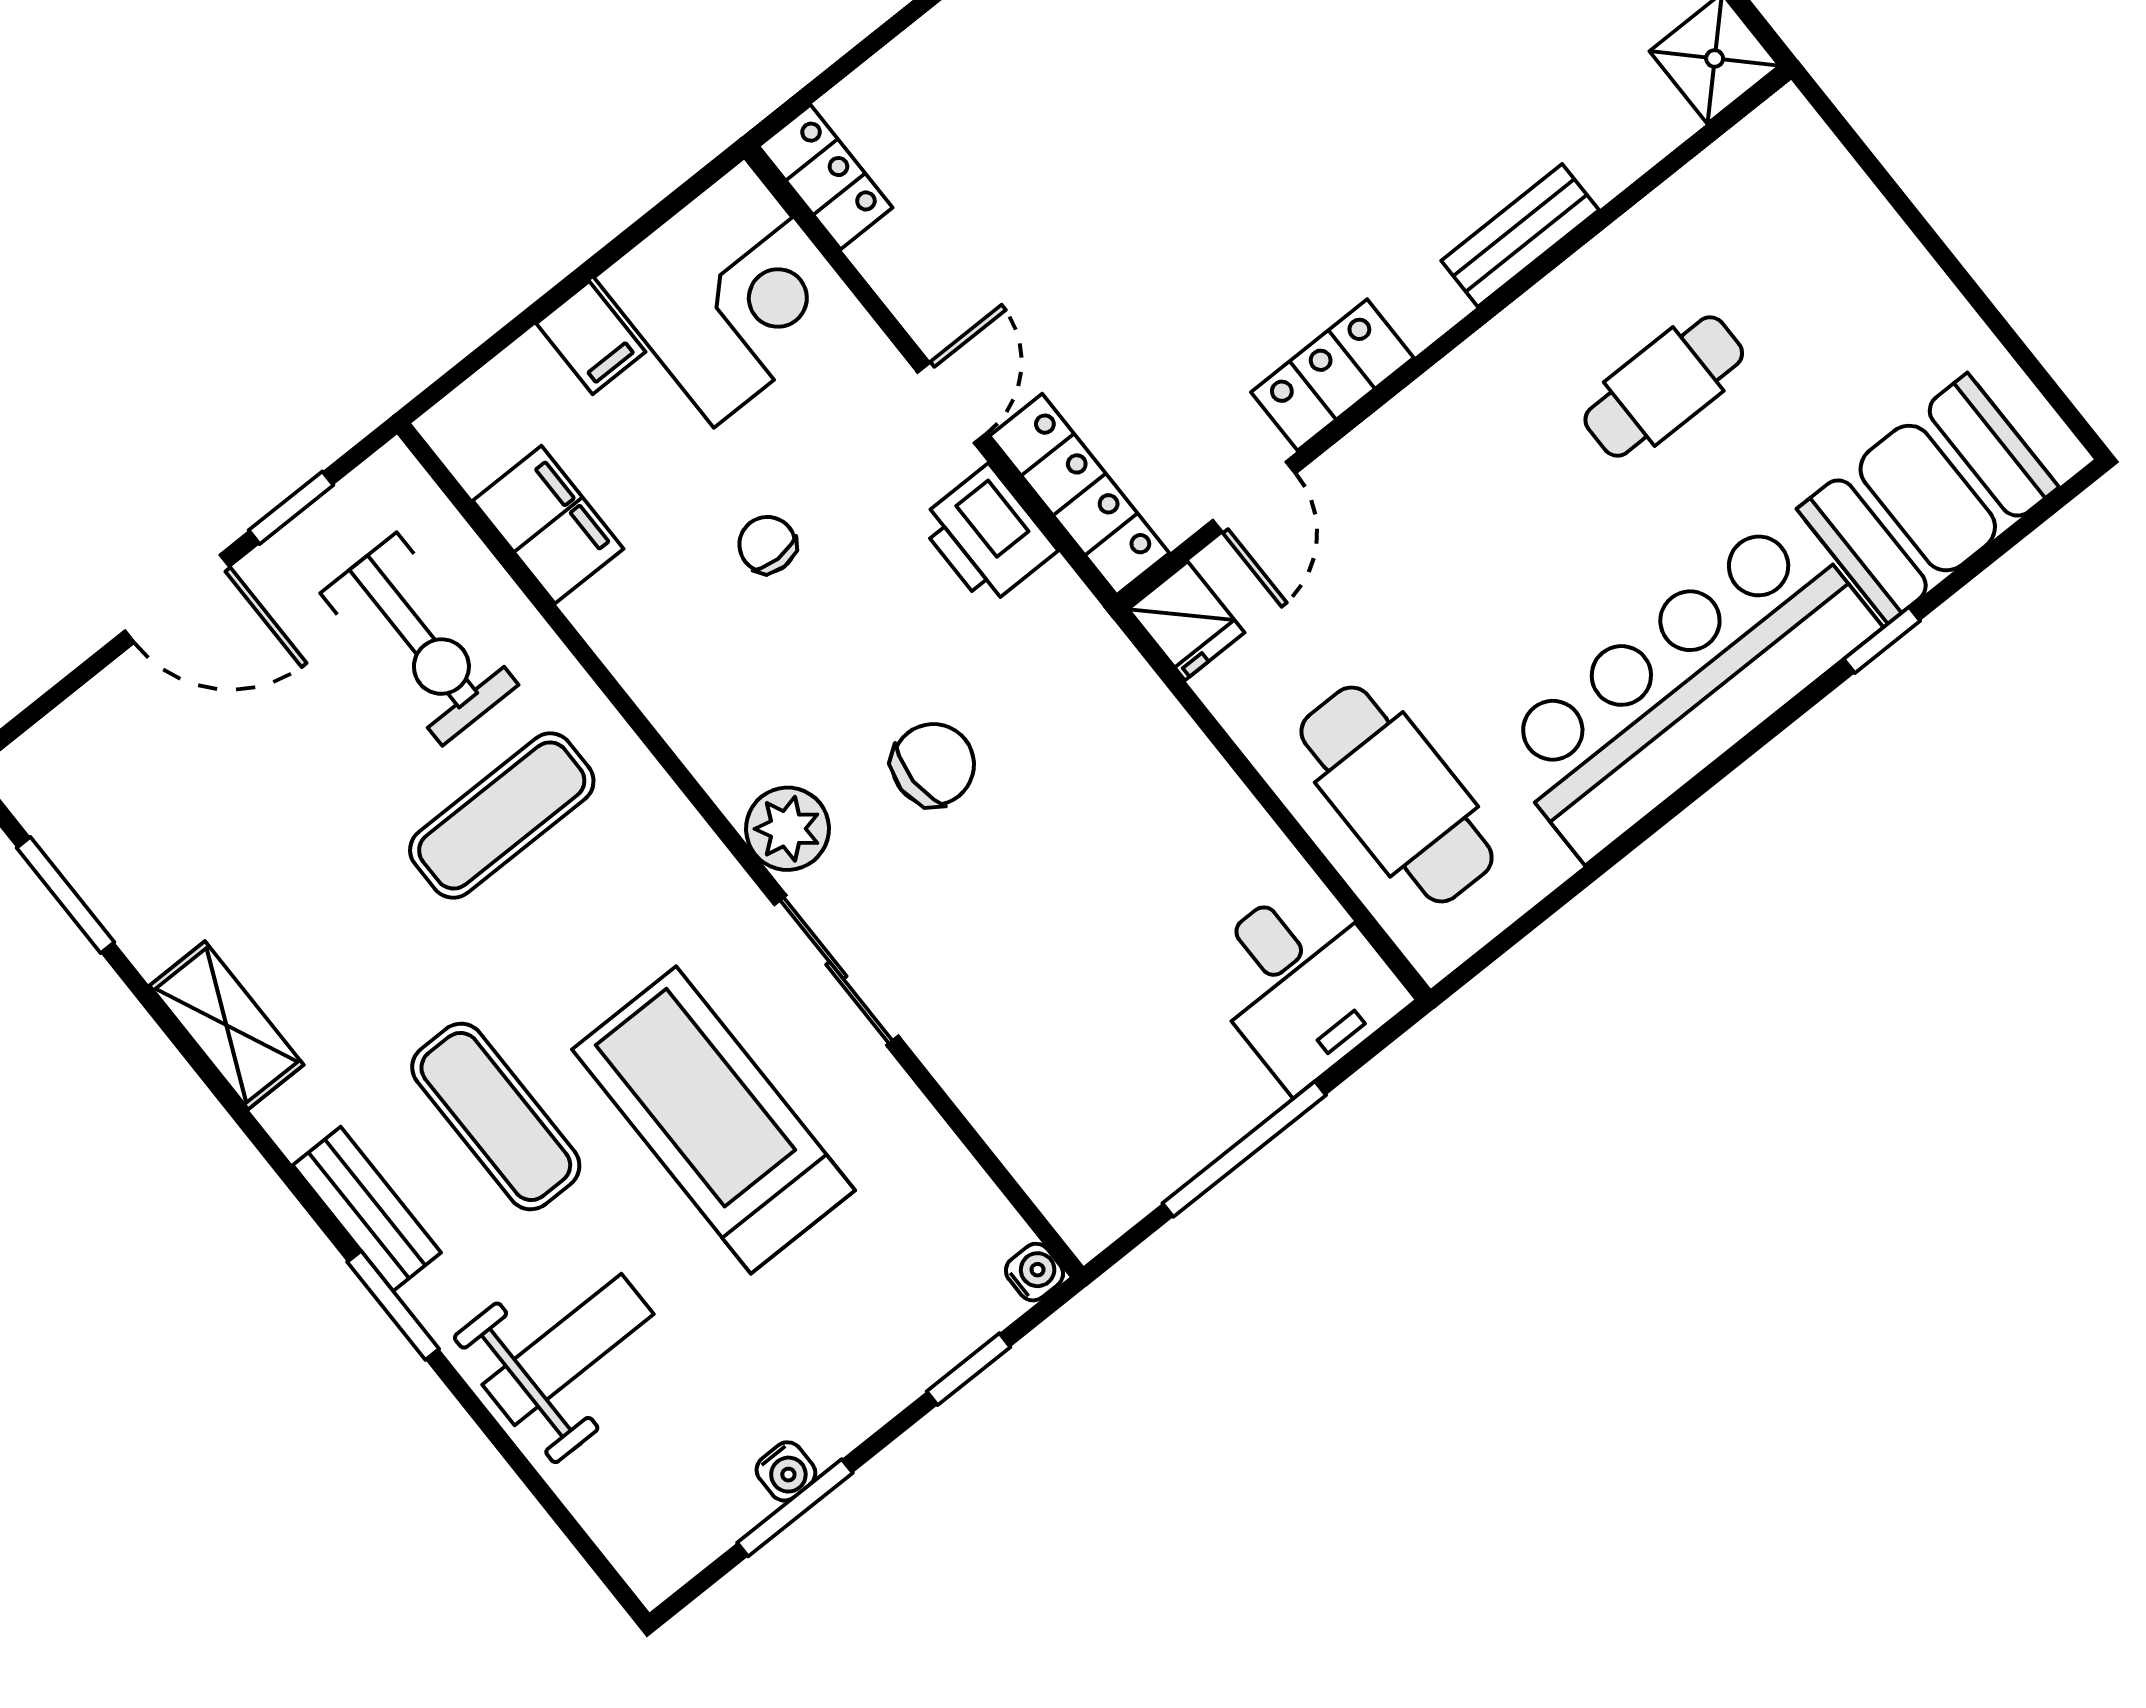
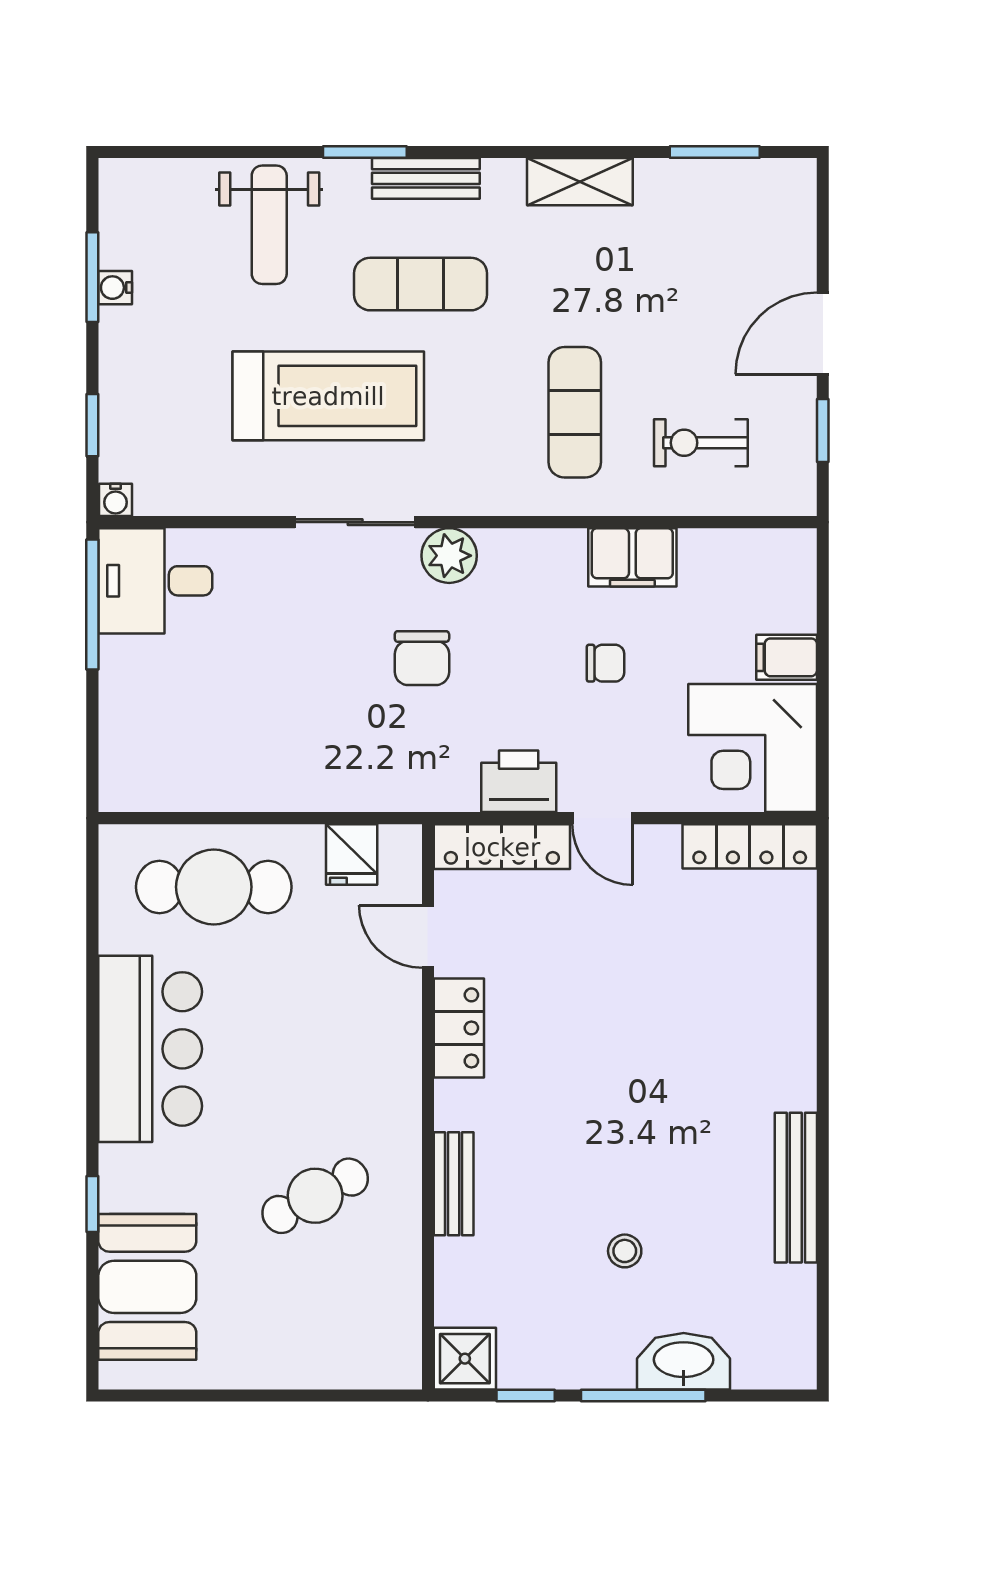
locker: (825, 177) -> (750, 846), width x1.53
cafe table: (1664, 387) -> (315, 1196), turned 62
filing cabinet: (548, 525) -> (632, 557), moved
fridge: (1186, 621) -> (352, 855), moved, turned -90
exercise bike: (419, 639) -> (701, 443), width x0.73, depth x0.72
bar counter: (1686, 686) -> (150, 1049), width x0.73
desk: (1302, 982) -> (155, 581), moved
window: (1244, 1149) -> (92, 604), moved

